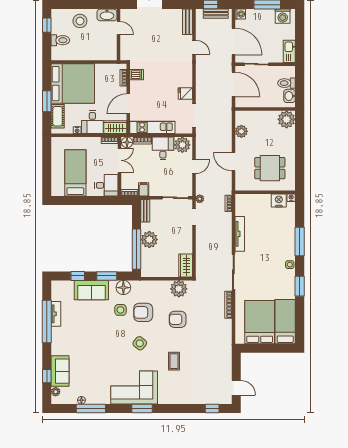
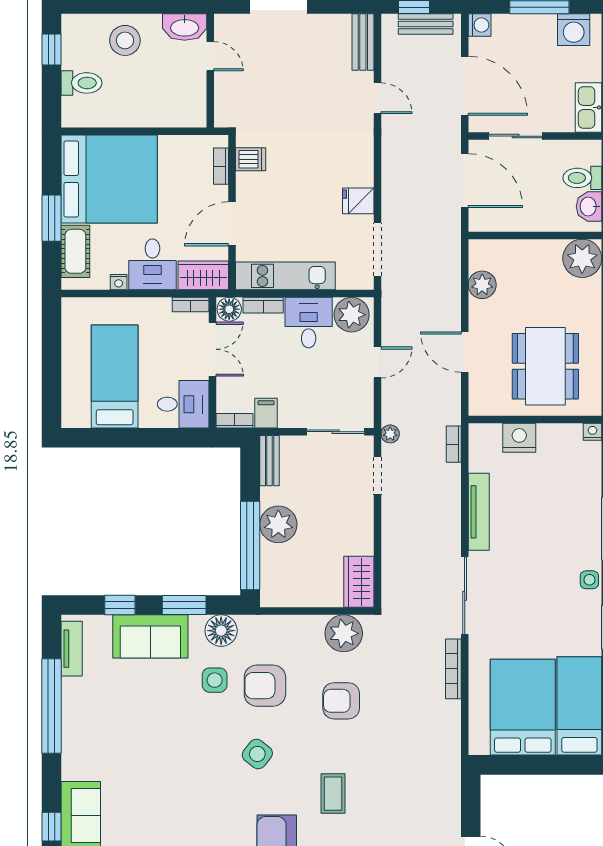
dining table: (270, 168) -> (545, 366), width x1.38
nightstand: (279, 200) -> (519, 438), moved
tv unit: (56, 314) -> (72, 649), moved

